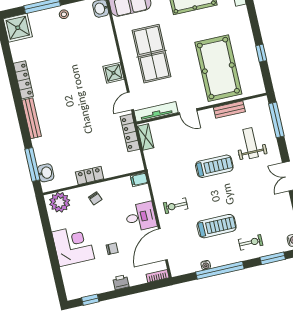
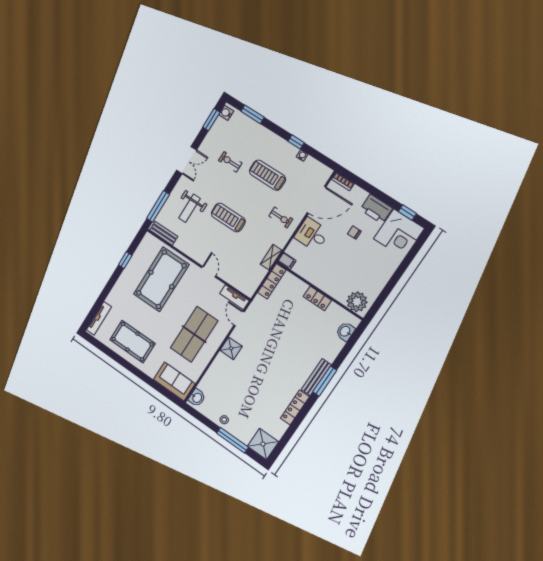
door: (130, 101) -> (239, 319), swing flipped
bench: (229, 110) -> (164, 233), moved
tv unit: (156, 112) -> (234, 297), width x0.71
locker: (130, 133) -> (272, 281), moved
shelving: (146, 137) -> (271, 257), moved
window: (32, 164) -> (325, 381), moved
chair: (95, 198) -> (330, 279), removed
exercise bike: (251, 242) -> (230, 162), moved
corner desk: (73, 245) -> (399, 233), moved, turned -90
window: (220, 270) -> (296, 142), width x0.32
printer: (121, 282) -> (376, 209), width x1.87, depth x1.48

